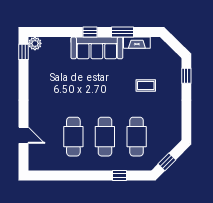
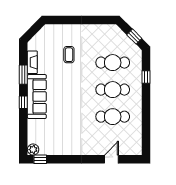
window: (186, 76) -> (61, 20), removed

